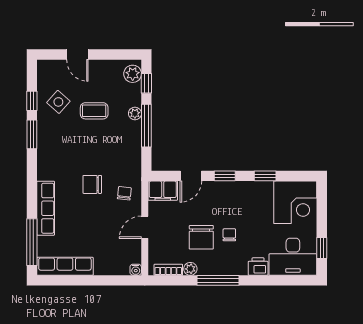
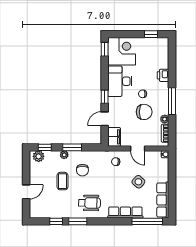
side table: (58, 102) -> (138, 182), moved
window: (146, 126) -> (72, 147), width x0.69
wheelchair: (60, 152) -> (89, 203), added
door: (191, 176) -> (105, 119), swing flipped
window: (265, 176) -> (105, 49), moved
chair: (92, 184) -> (82, 170), moved
desk: (293, 257) -> (120, 81), moved, turned 180

